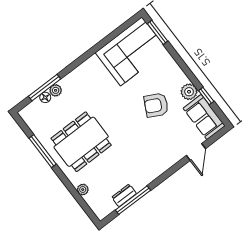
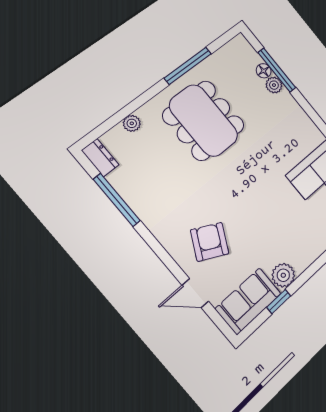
armchair: (156, 105) -> (210, 242), moved
dresser: (124, 195) -> (100, 158), moved

